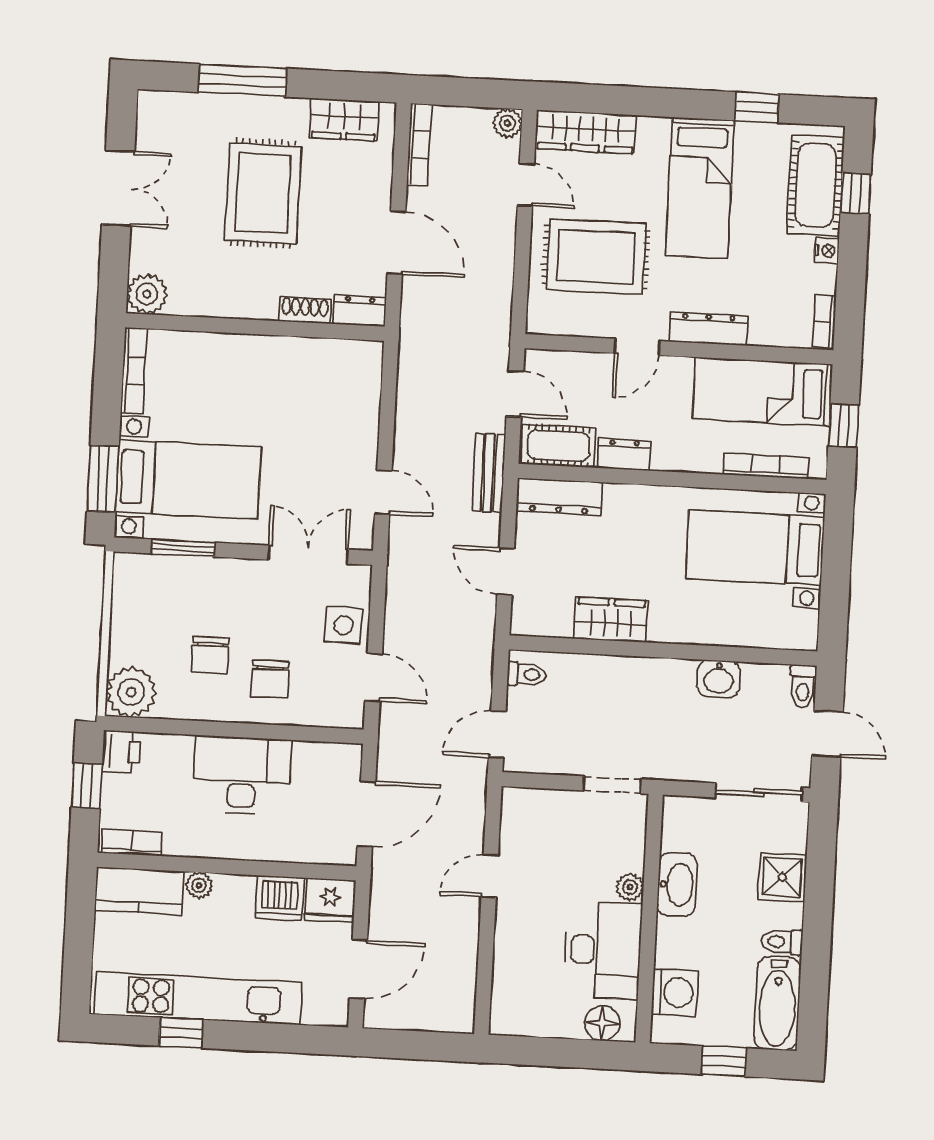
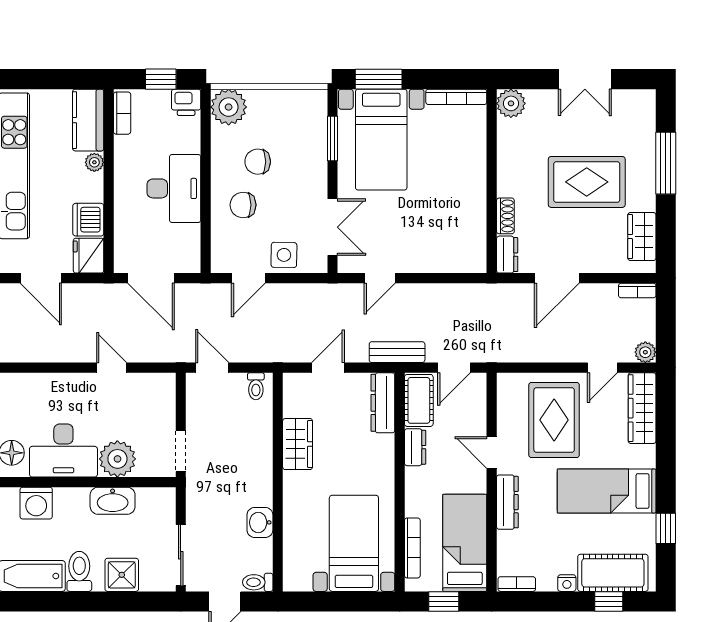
bookcase: (419, 145) -> (637, 291), width x0.64
plant: (630, 887) -> (117, 459), width x1.87, depth x1.87
toilet: (782, 942) -> (79, 571), width x1.37, depth x1.39

